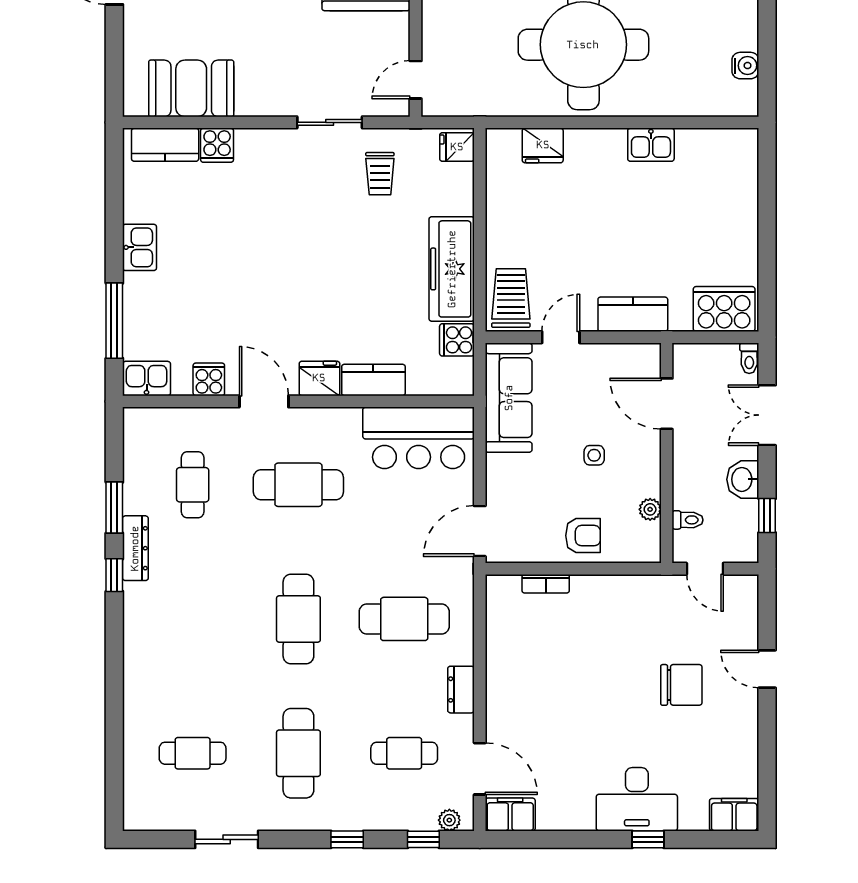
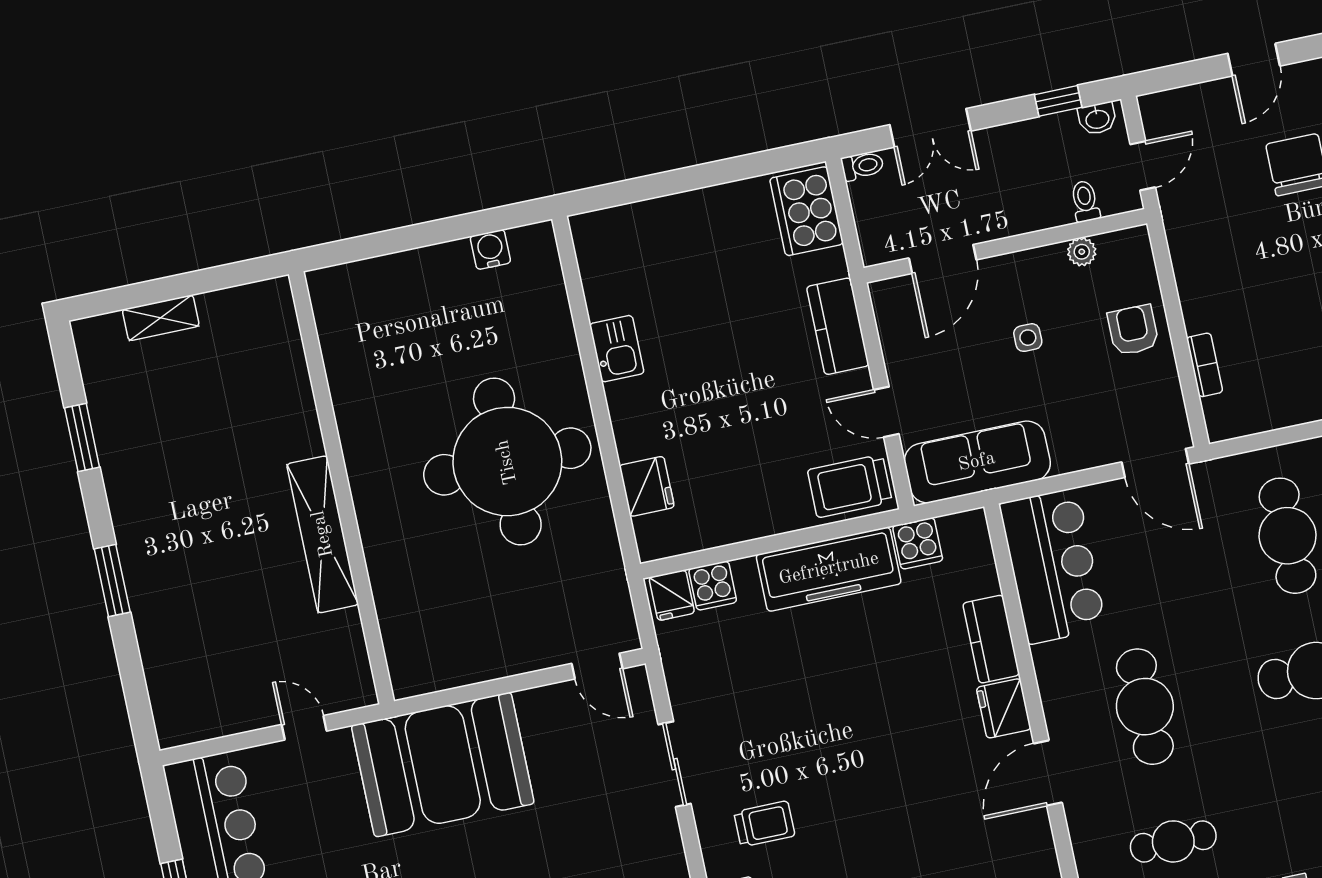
trolley: (380, 174) -> (764, 824), moved
cooker: (209, 379) -> (713, 586), moved, turned -90
washbasin: (743, 479) -> (1097, 119), moved, width x0.72, depth x0.69

